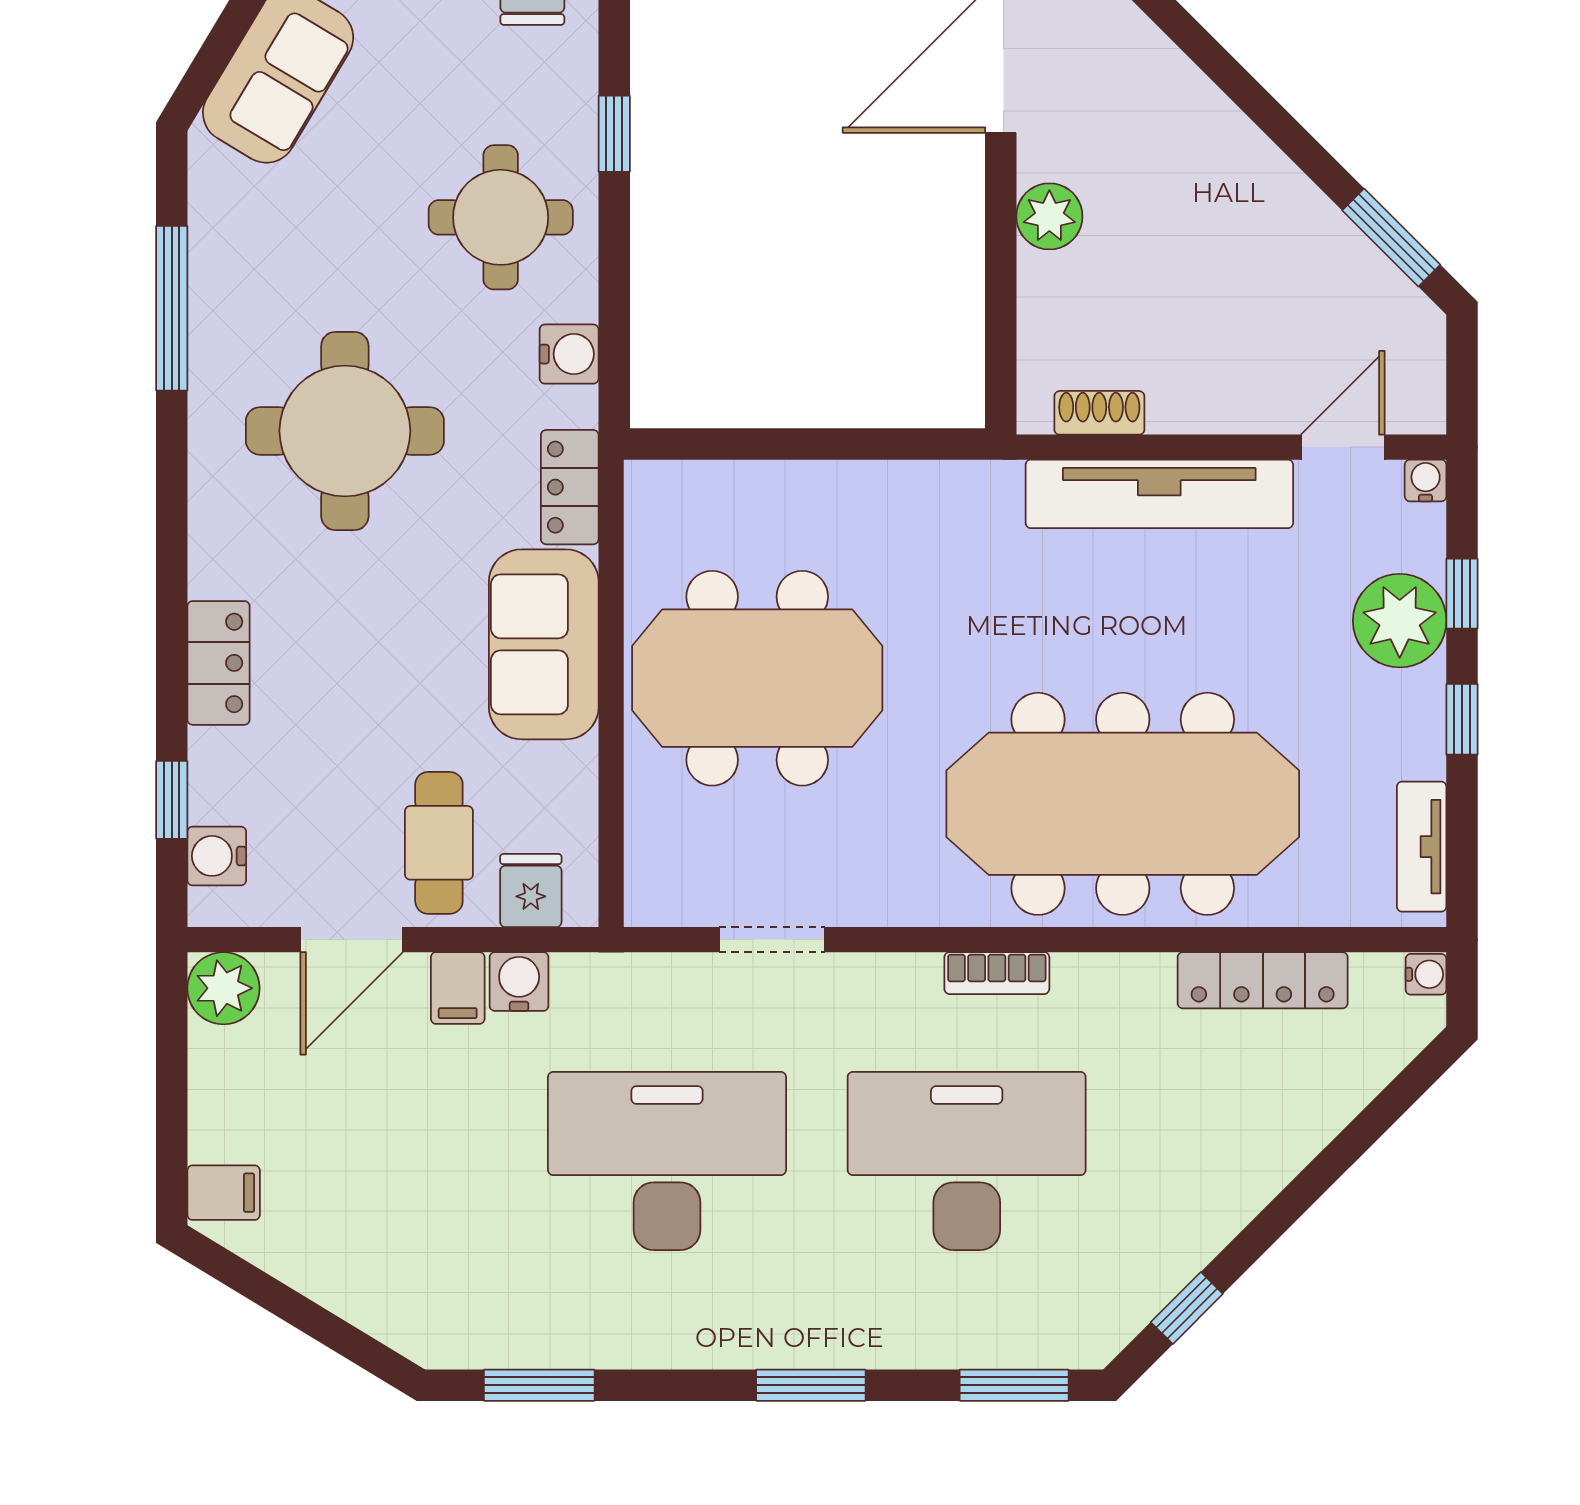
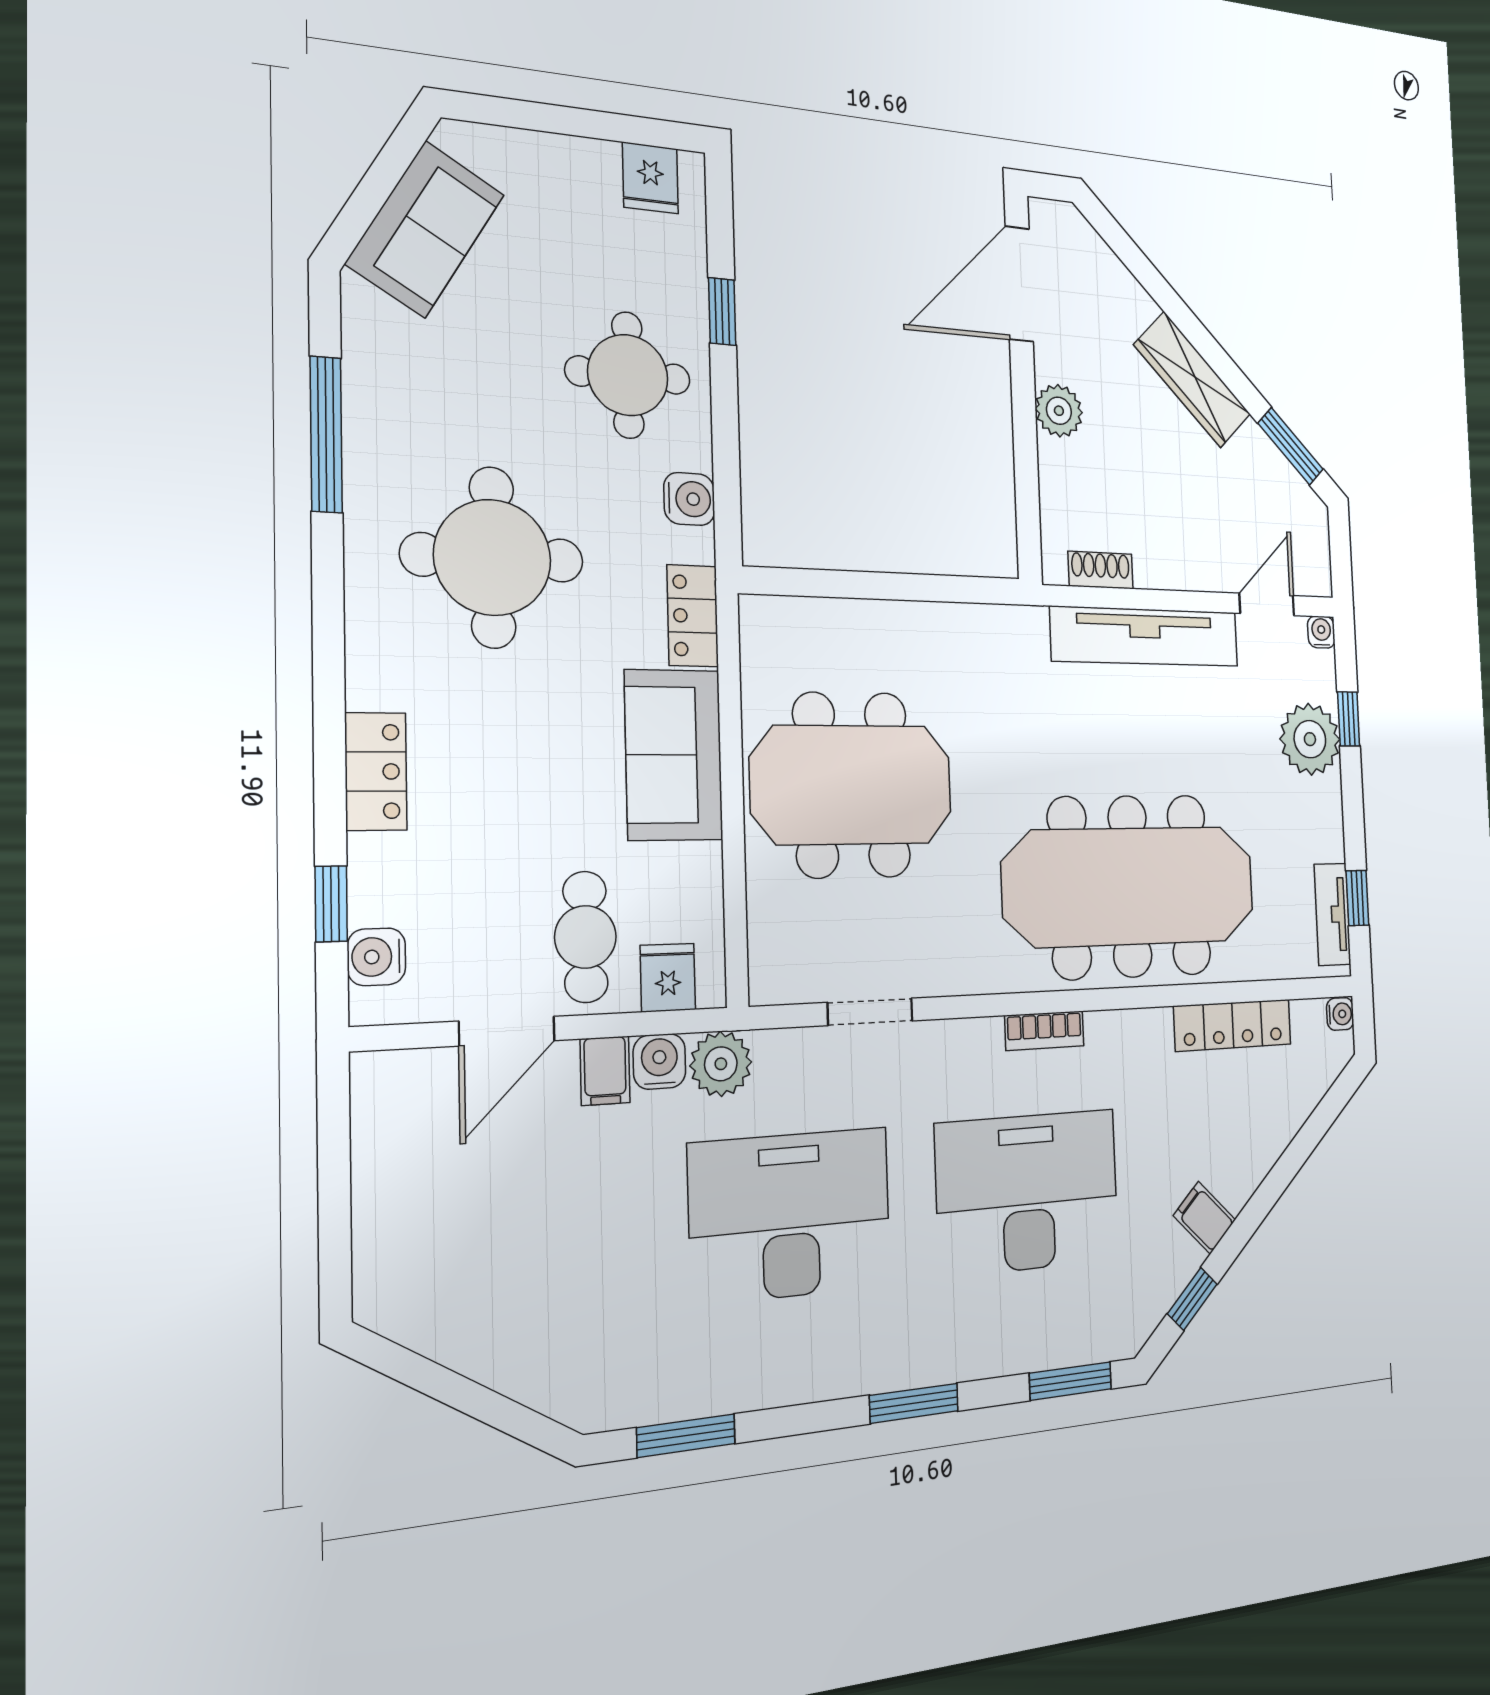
wardrobe: (1245, 161) -> (1192, 380), added
window: (1462, 719) -> (1357, 898), moved
plant: (223, 988) -> (721, 1064), moved
filing cabinet: (224, 1193) -> (1204, 1218), moved, turned -135

